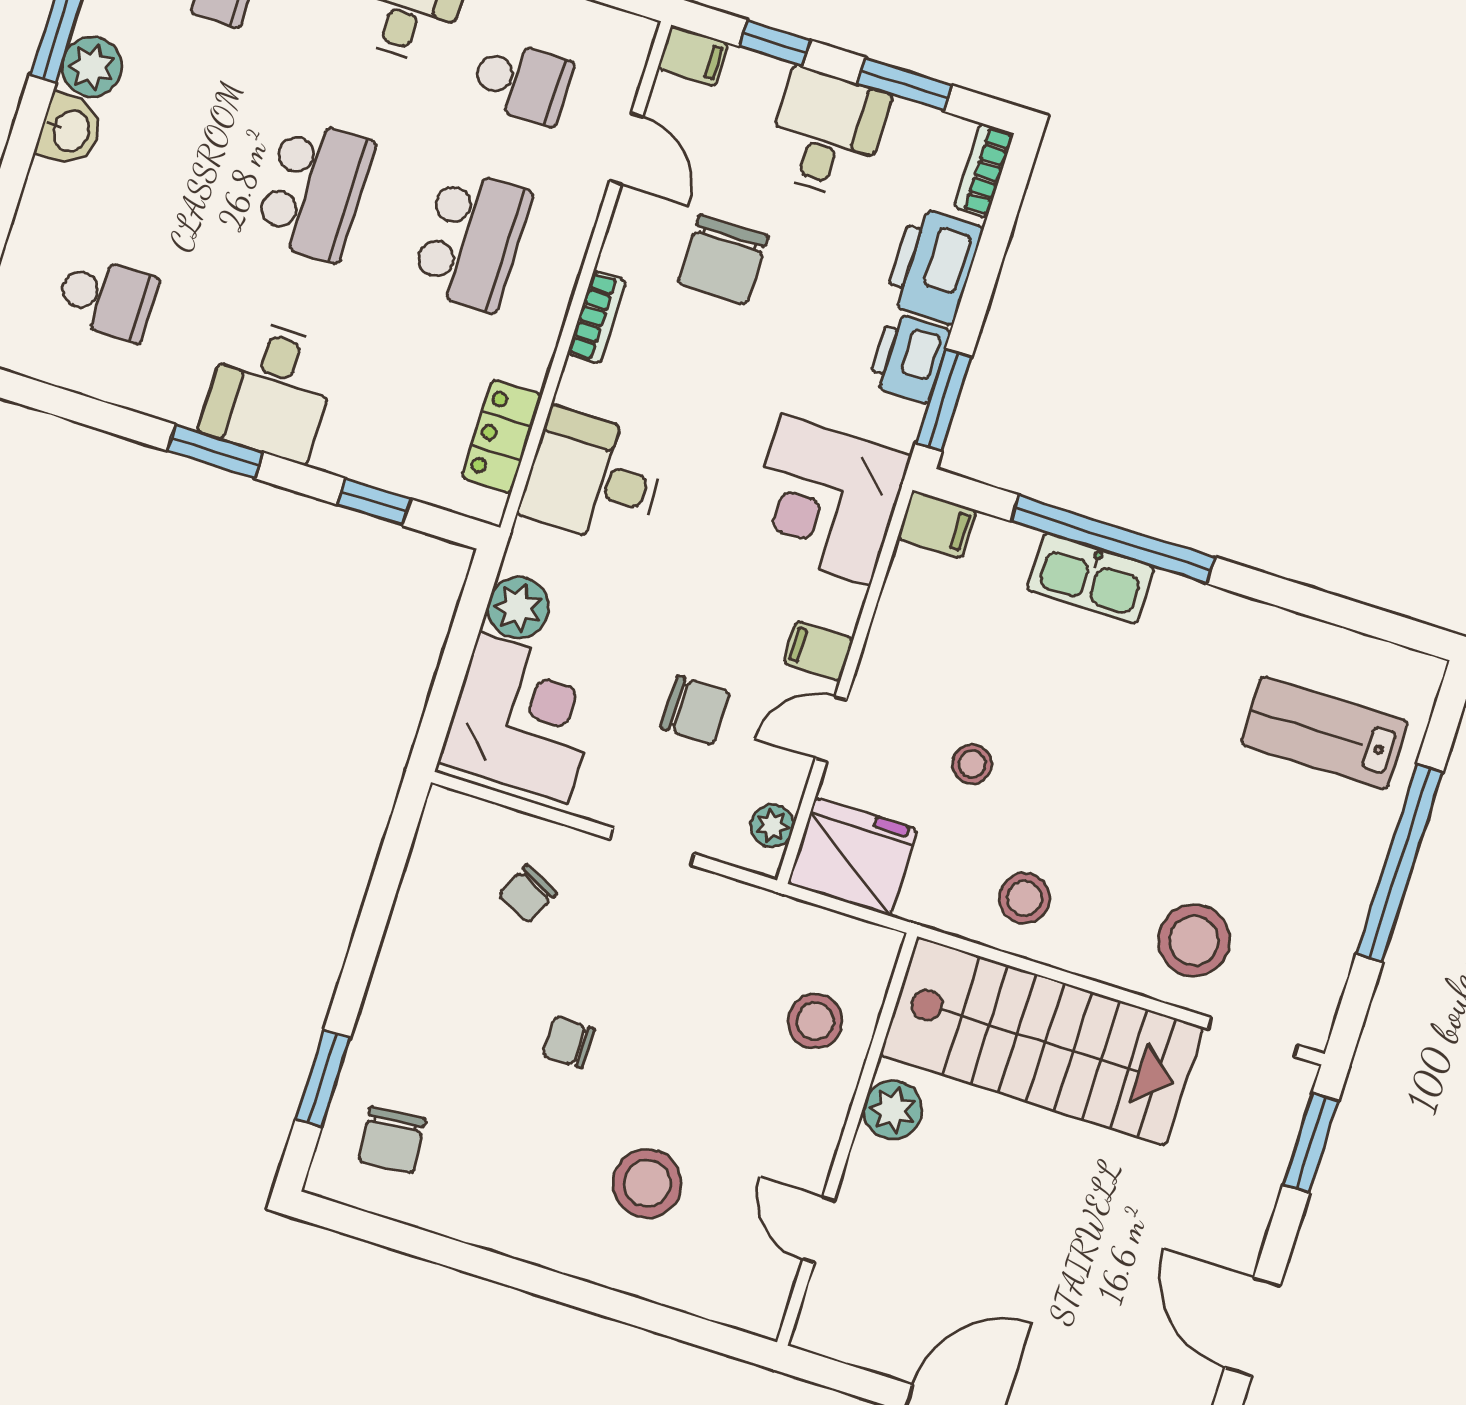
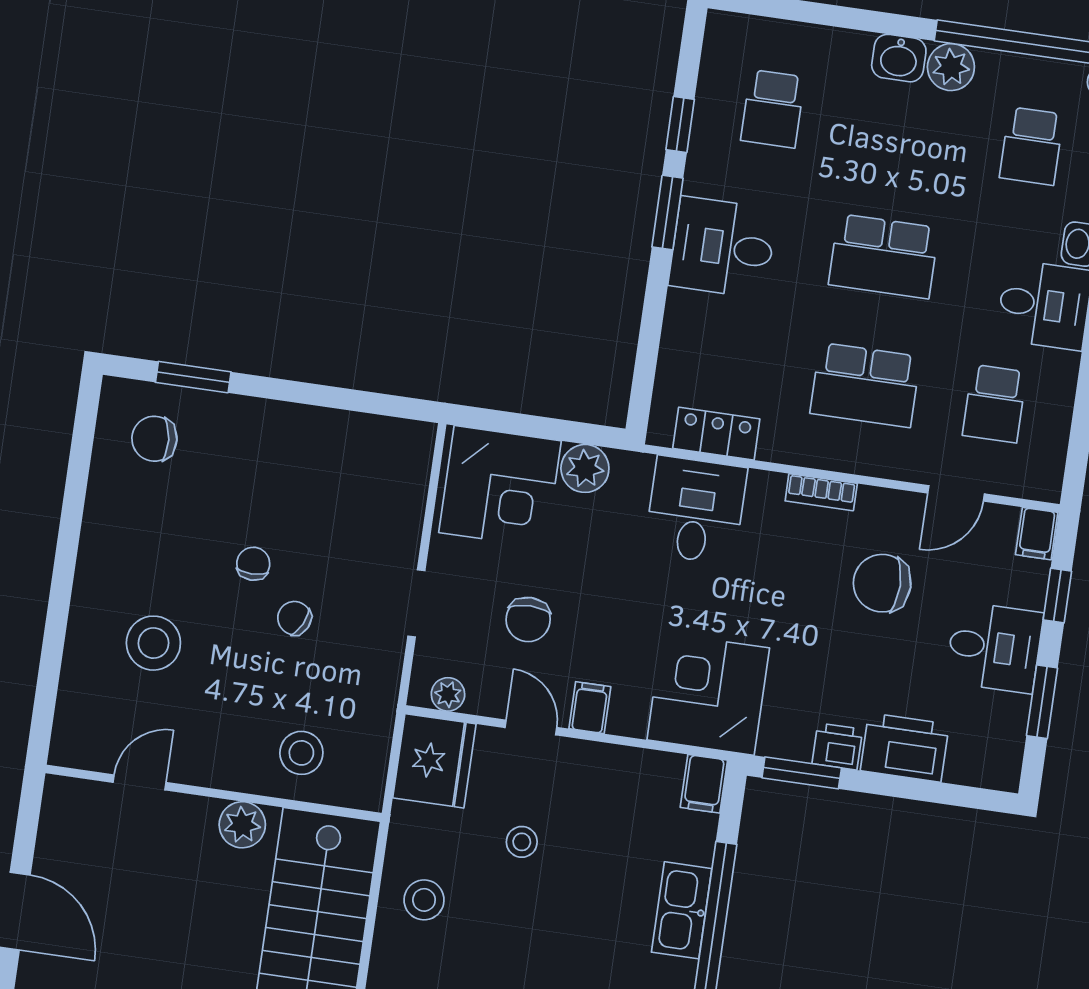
bookcase: (984, 170) -> (985, 775), removed
printer: (909, 358) -> (837, 746), width x0.73, depth x0.81
window: (374, 502) -> (680, 124), moved
chair: (528, 894) -> (294, 618), moved

